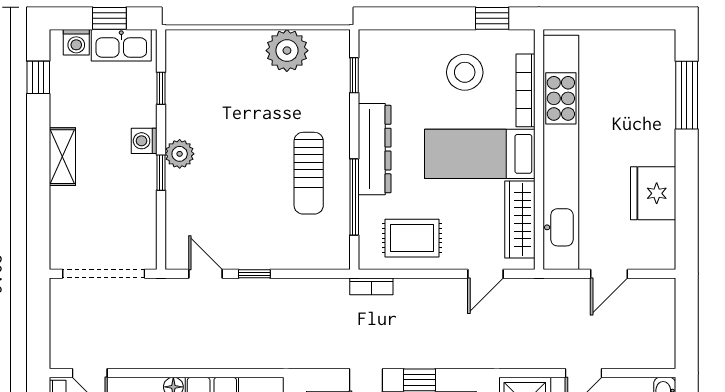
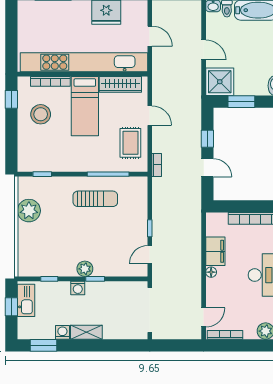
washing machine: (76, 42) -> (62, 332), moved, turned -90
window: (38, 77) -> (43, 345), width x1.50
dresser: (375, 149) -> (82, 163), removed
door: (485, 274) -> (150, 116), moved

